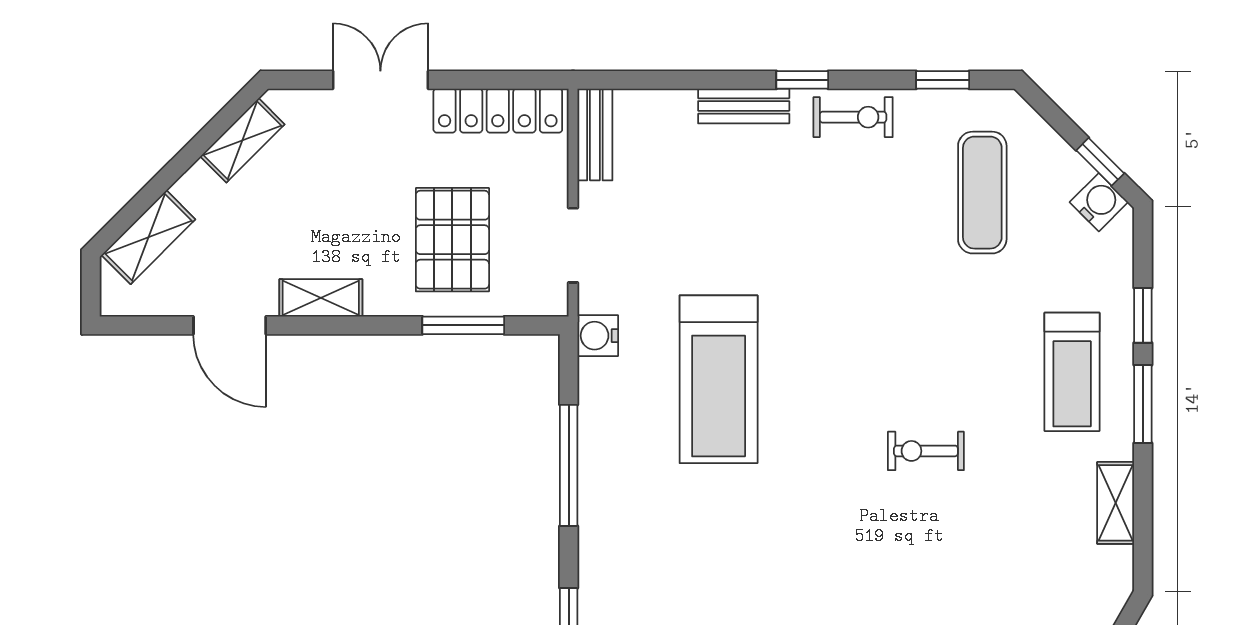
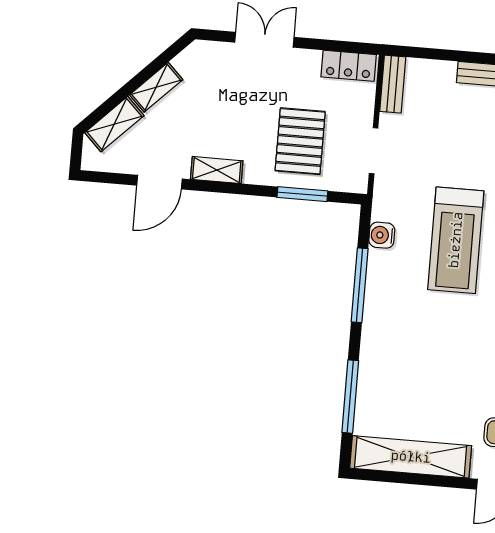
locker: (498, 111) -> (349, 66), width x0.66
shelving: (242, 140) -> (156, 87), moved
door: (230, 325) -> (159, 182), hinge flipped
water cooler: (598, 336) -> (382, 235), moved

